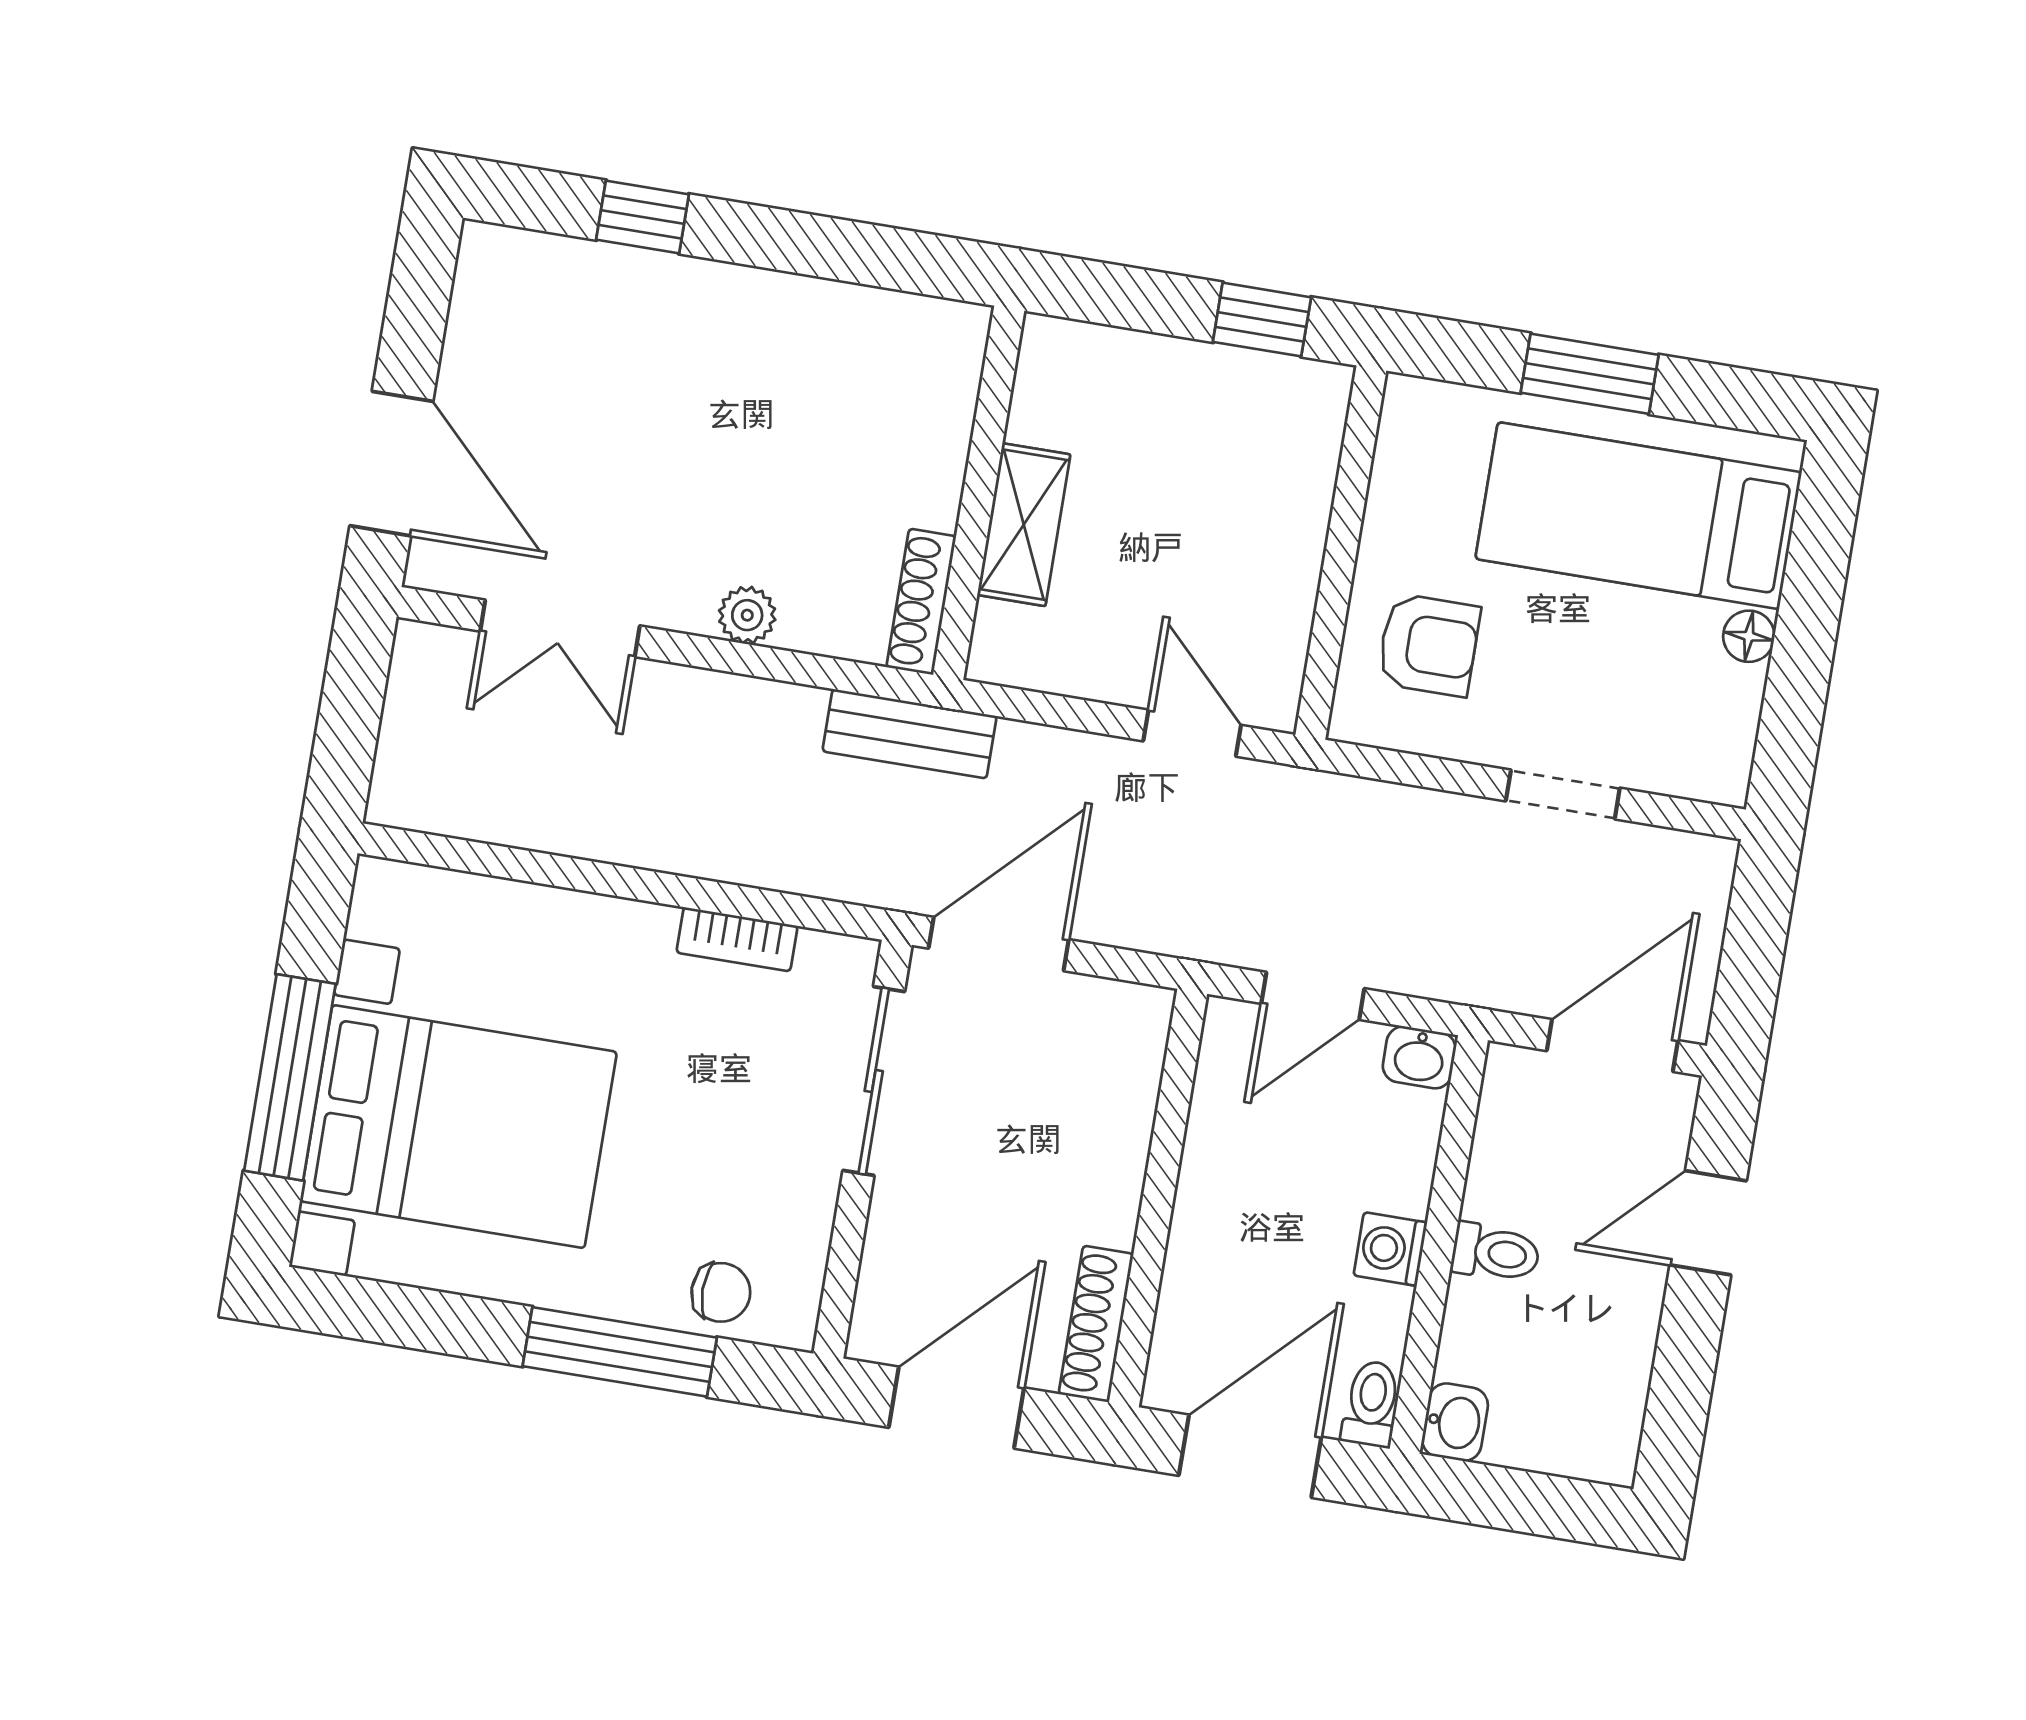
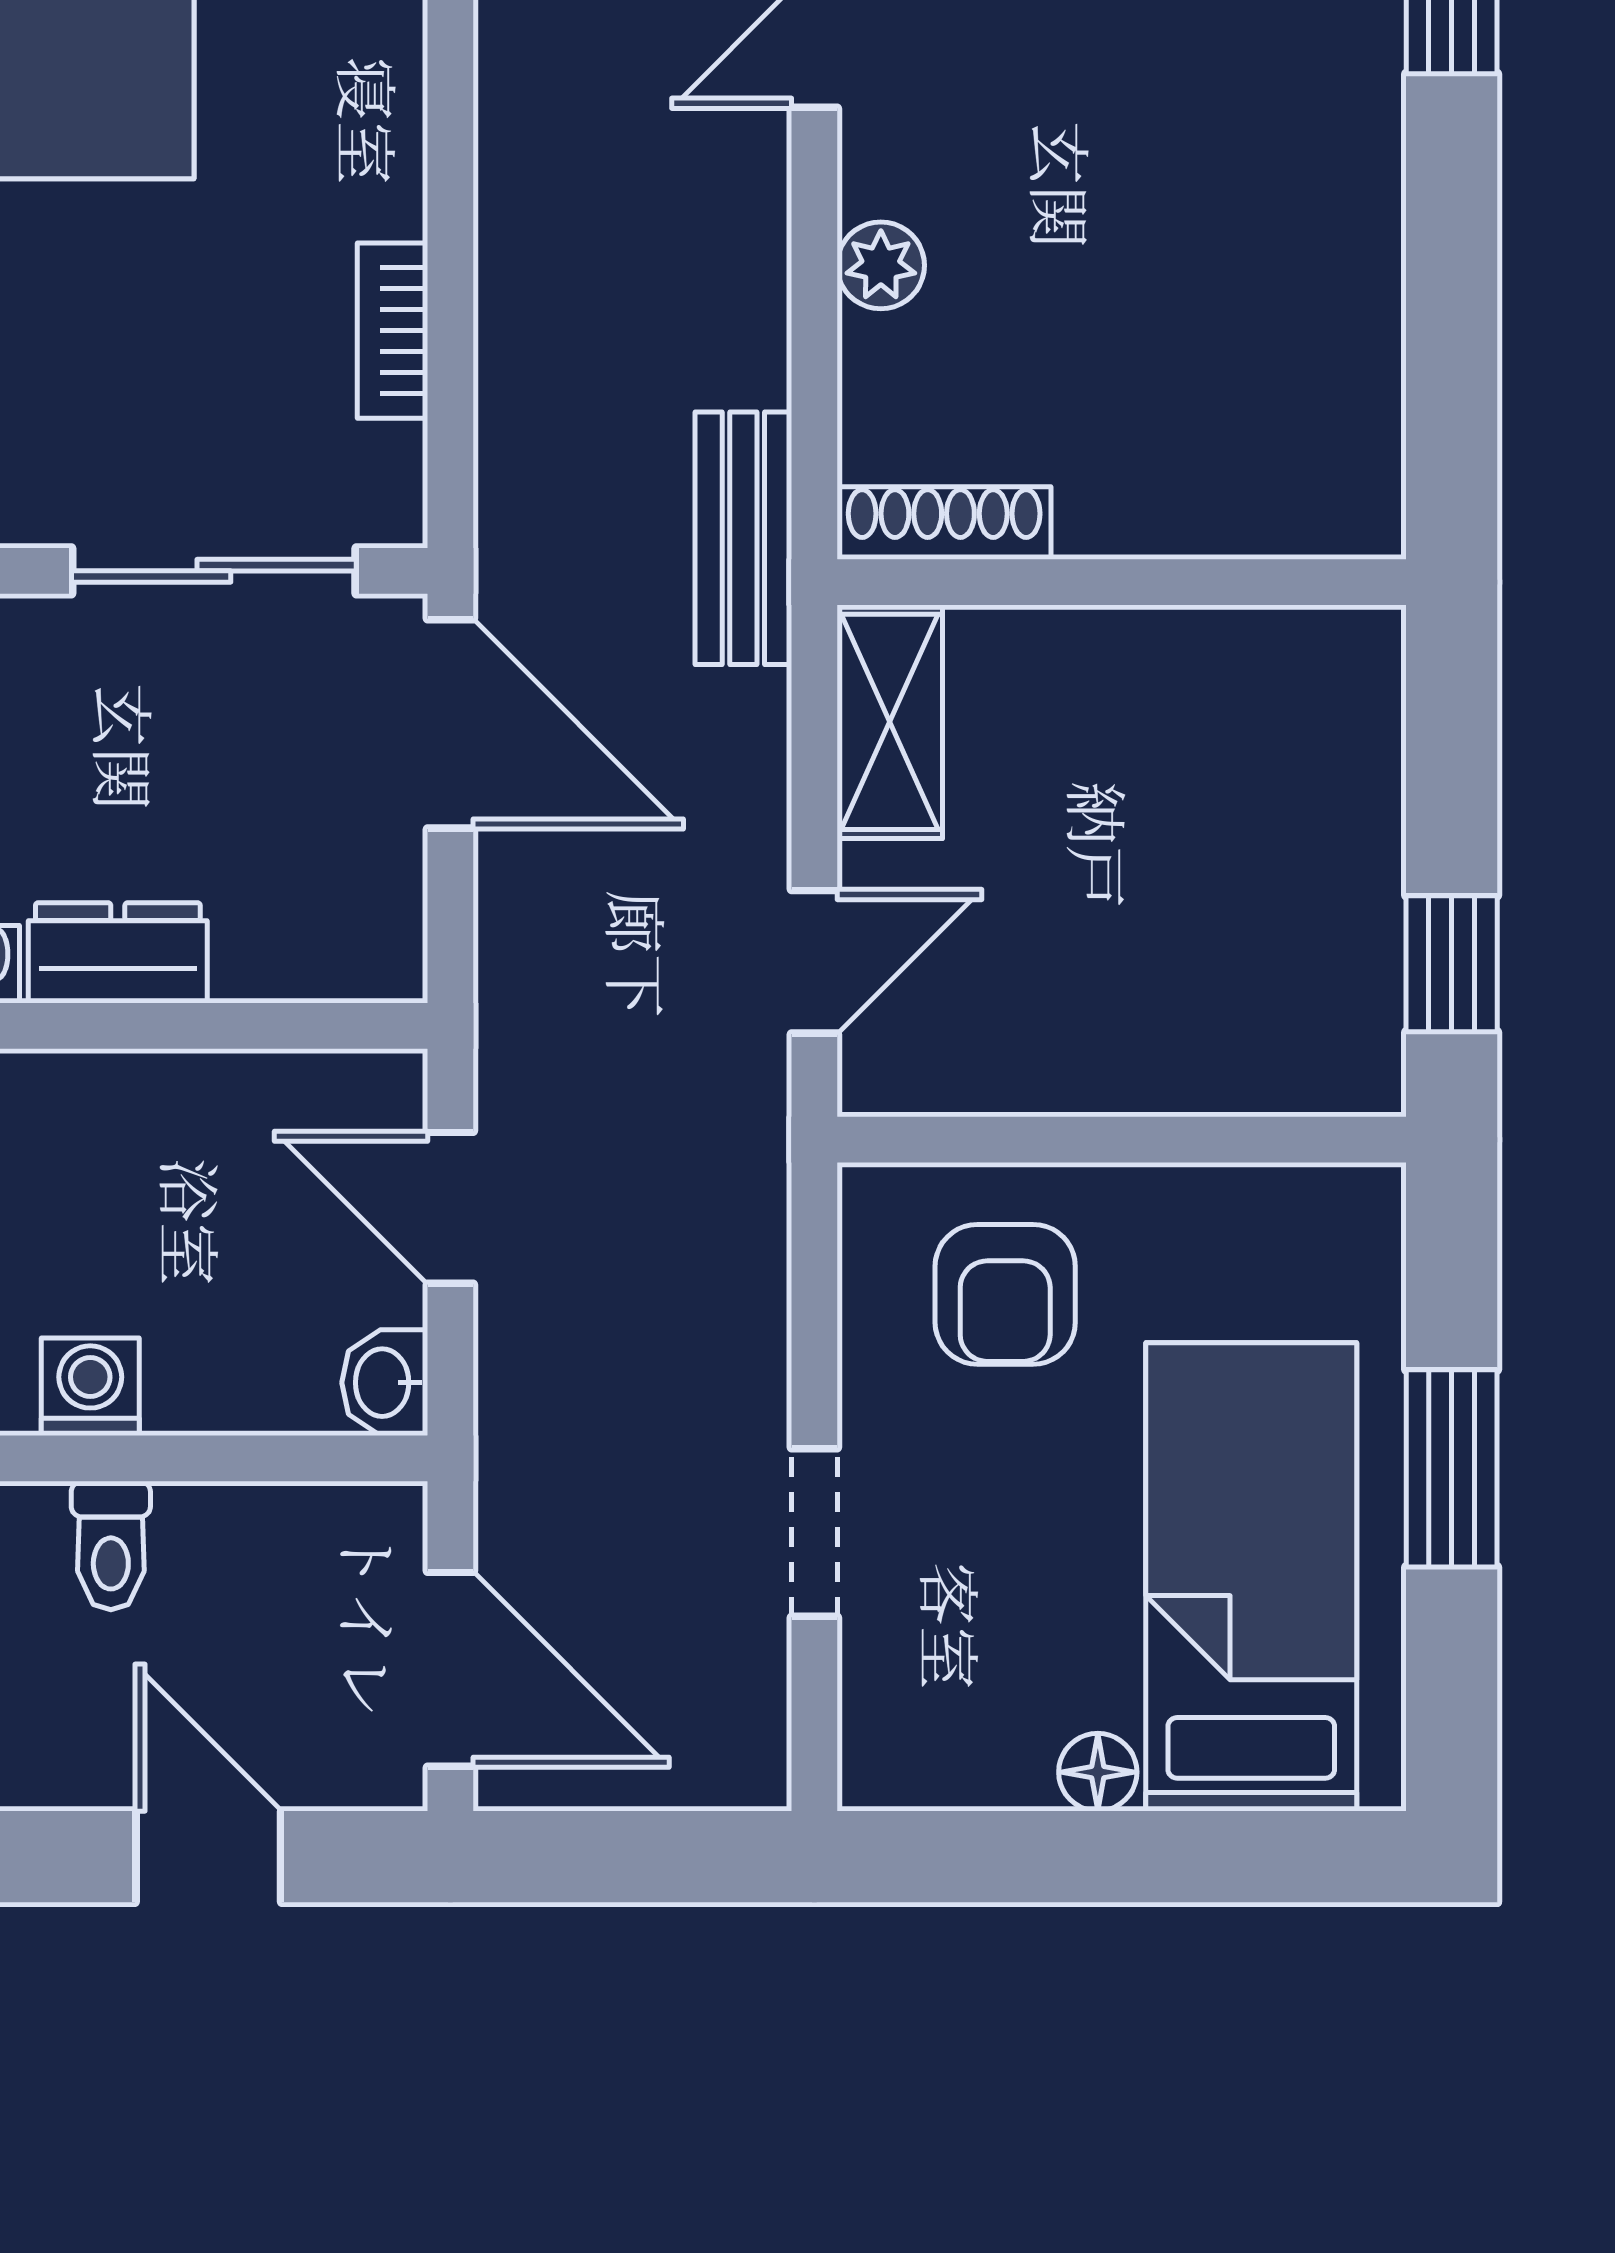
shelving: (1024, 525) -> (890, 722), moved, turned 90
dresser: (1112, 1184) -> (118, 953), added

